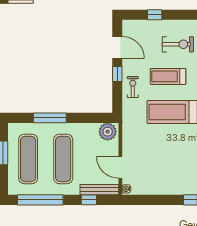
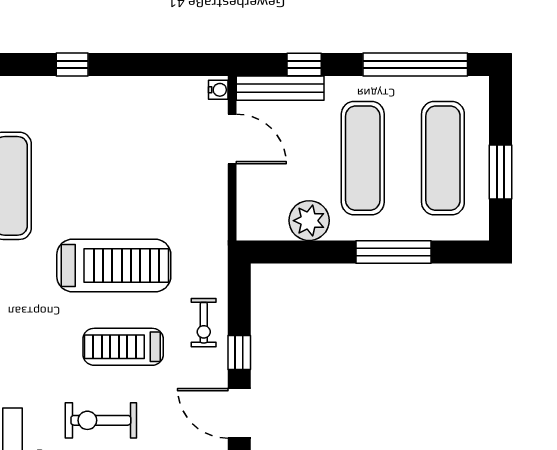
treadmill: (168, 76) -> (123, 347), turned 180
plant: (108, 132) -> (309, 221), moved

